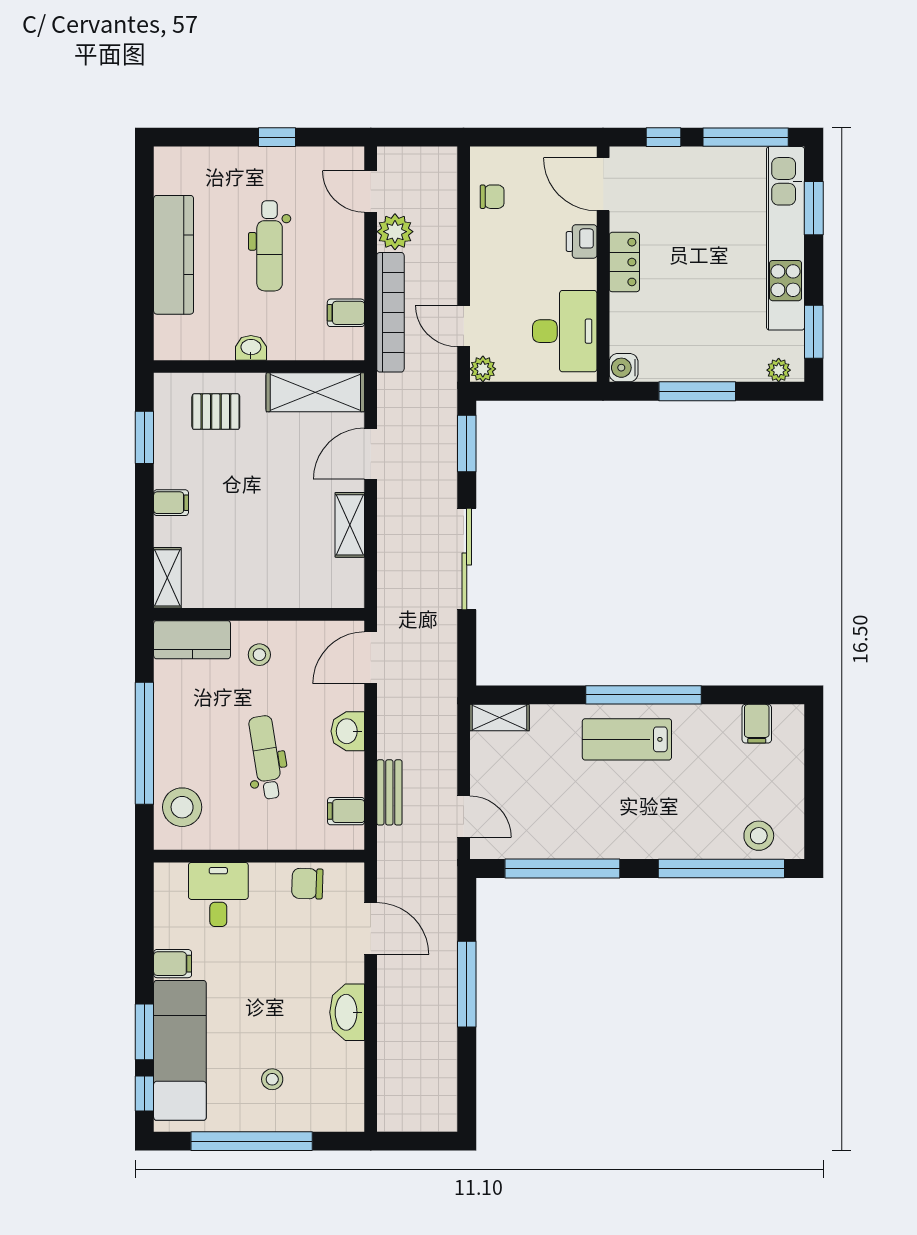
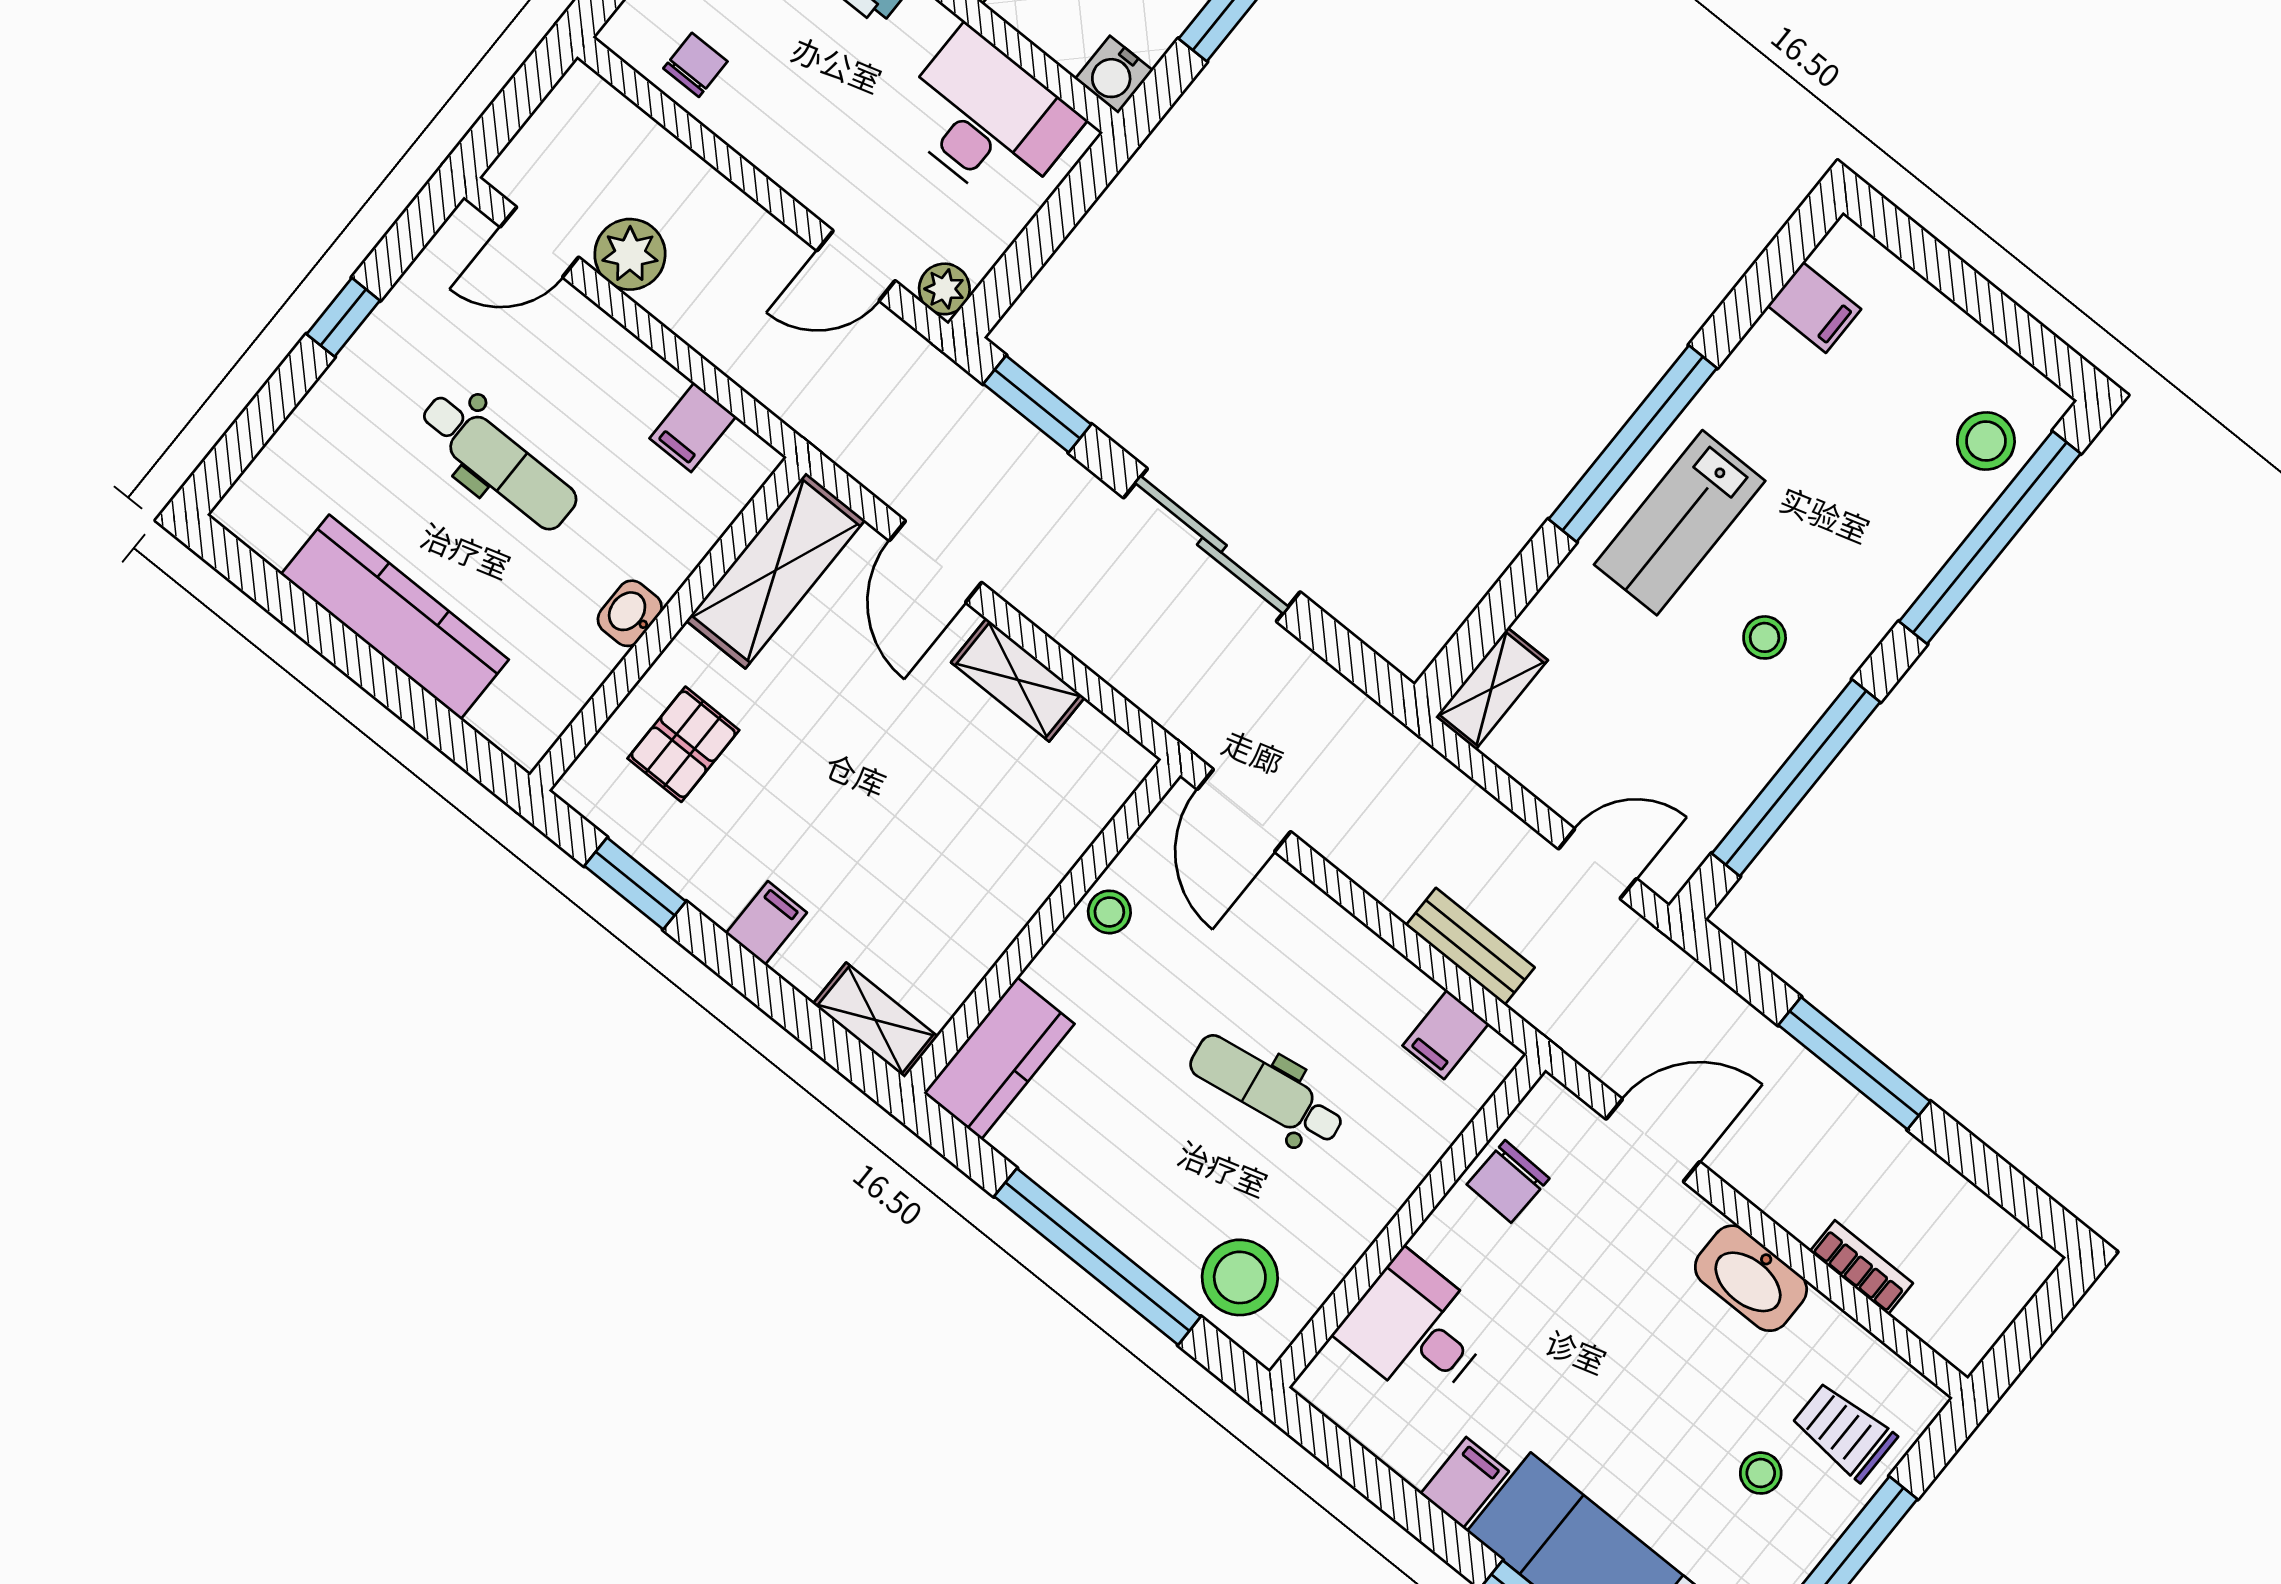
bookcase: (390, 312) -> (1861, 1267), moved, width x0.43, depth x0.76
stool: (259, 655) -> (1109, 912), moved
washbasin: (348, 731) -> (1327, 935), removed
stool: (608, 810) -> (1765, 637), added
trolley: (316, 1099) -> (1844, 1431), added

